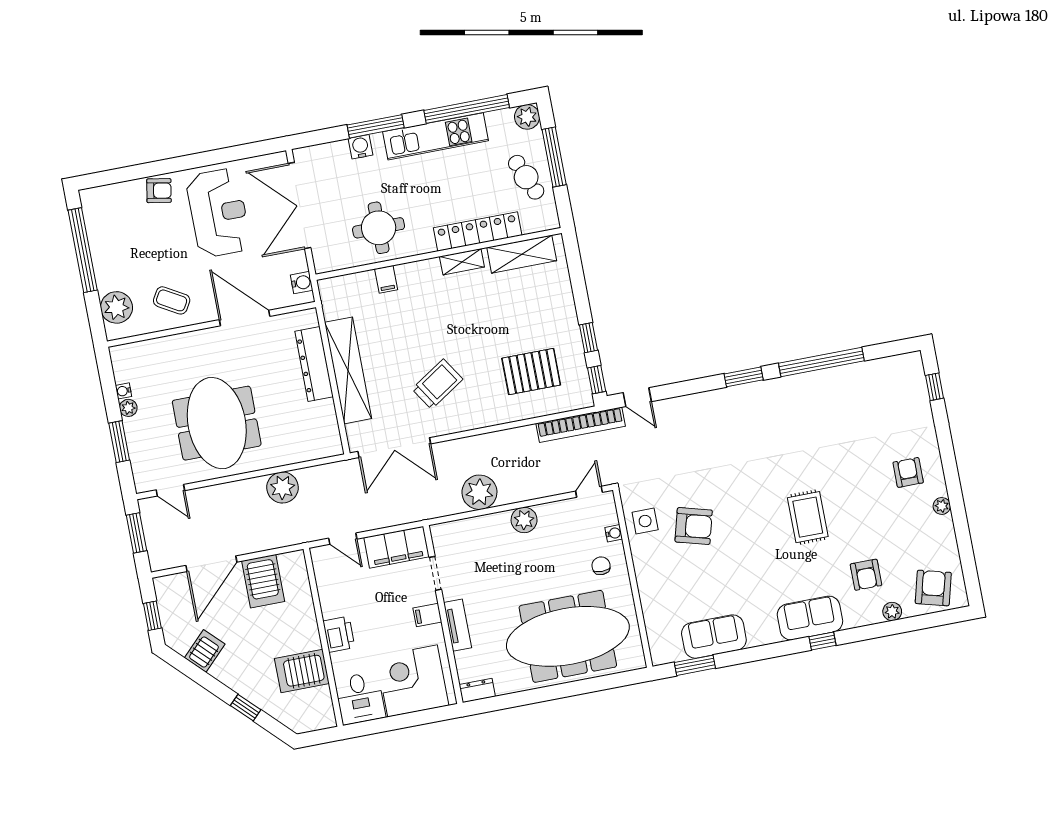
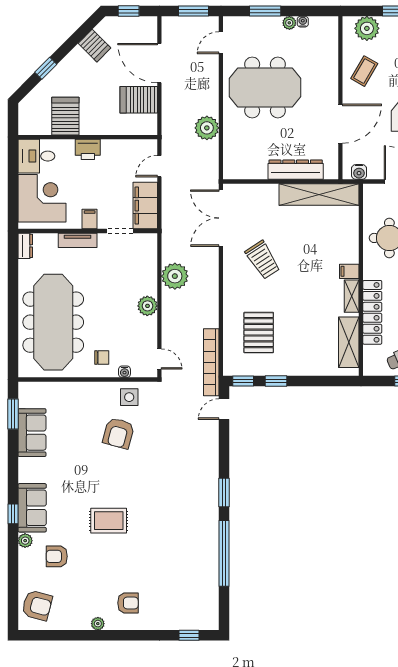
filing cabinet: (386, 279) -> (349, 271), moved
shelving: (348, 370) -> (319, 194), moved
plant: (892, 611) -> (25, 541), moved

